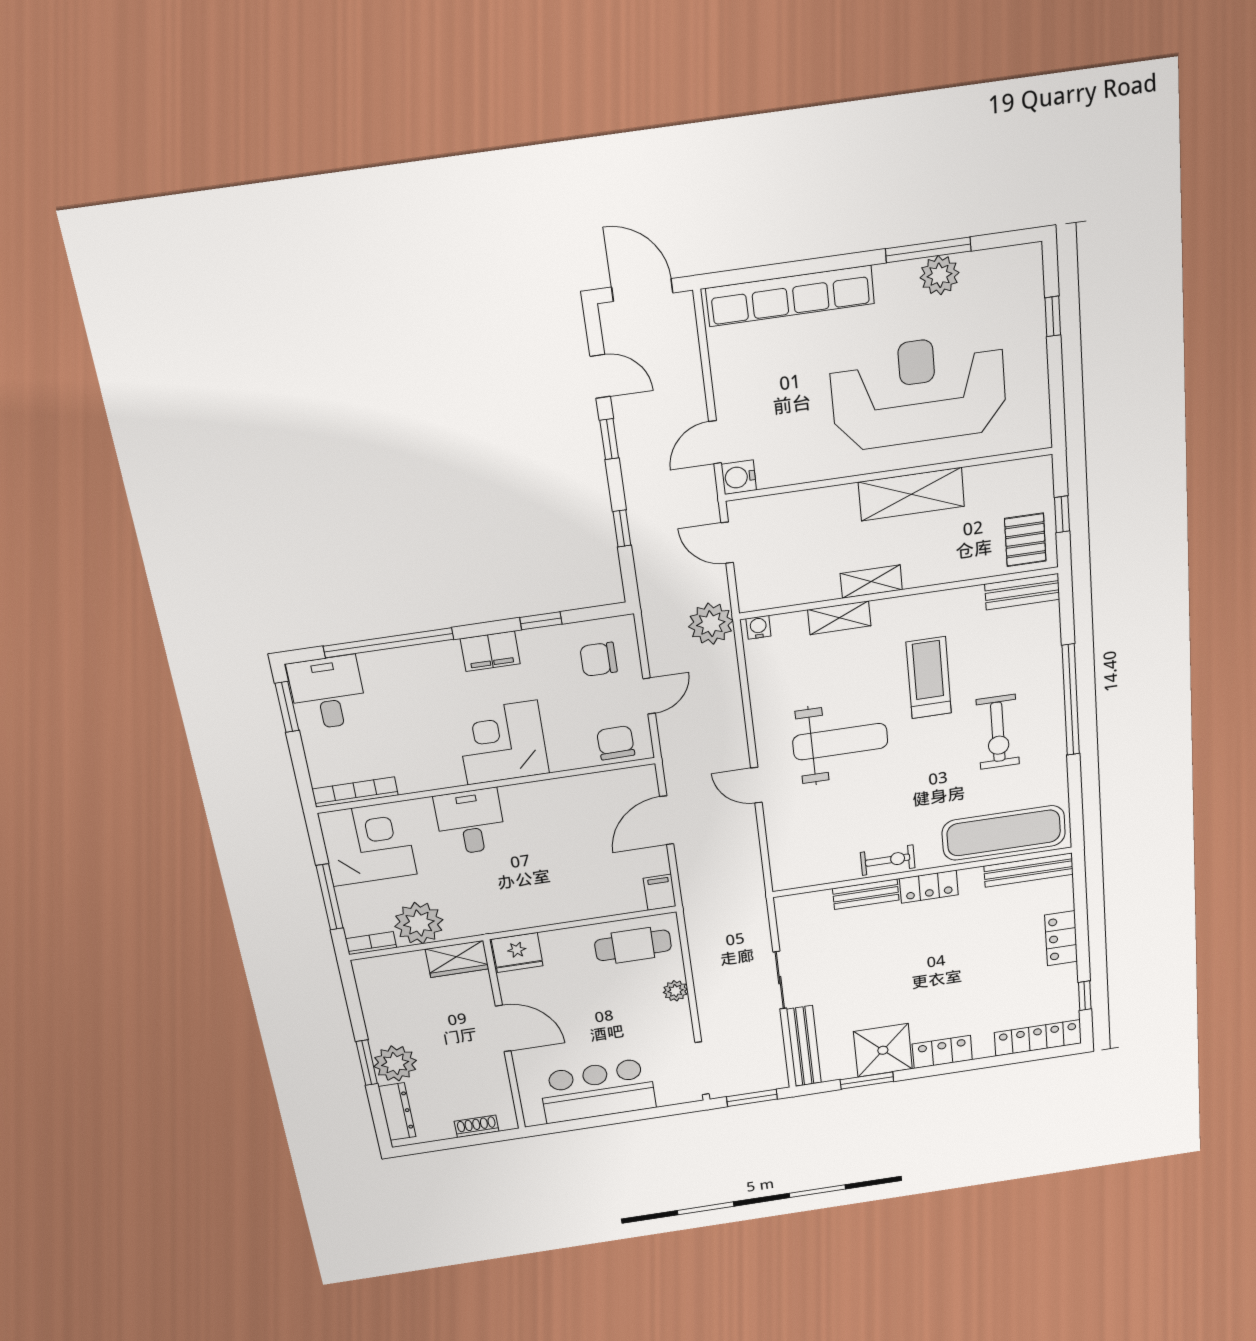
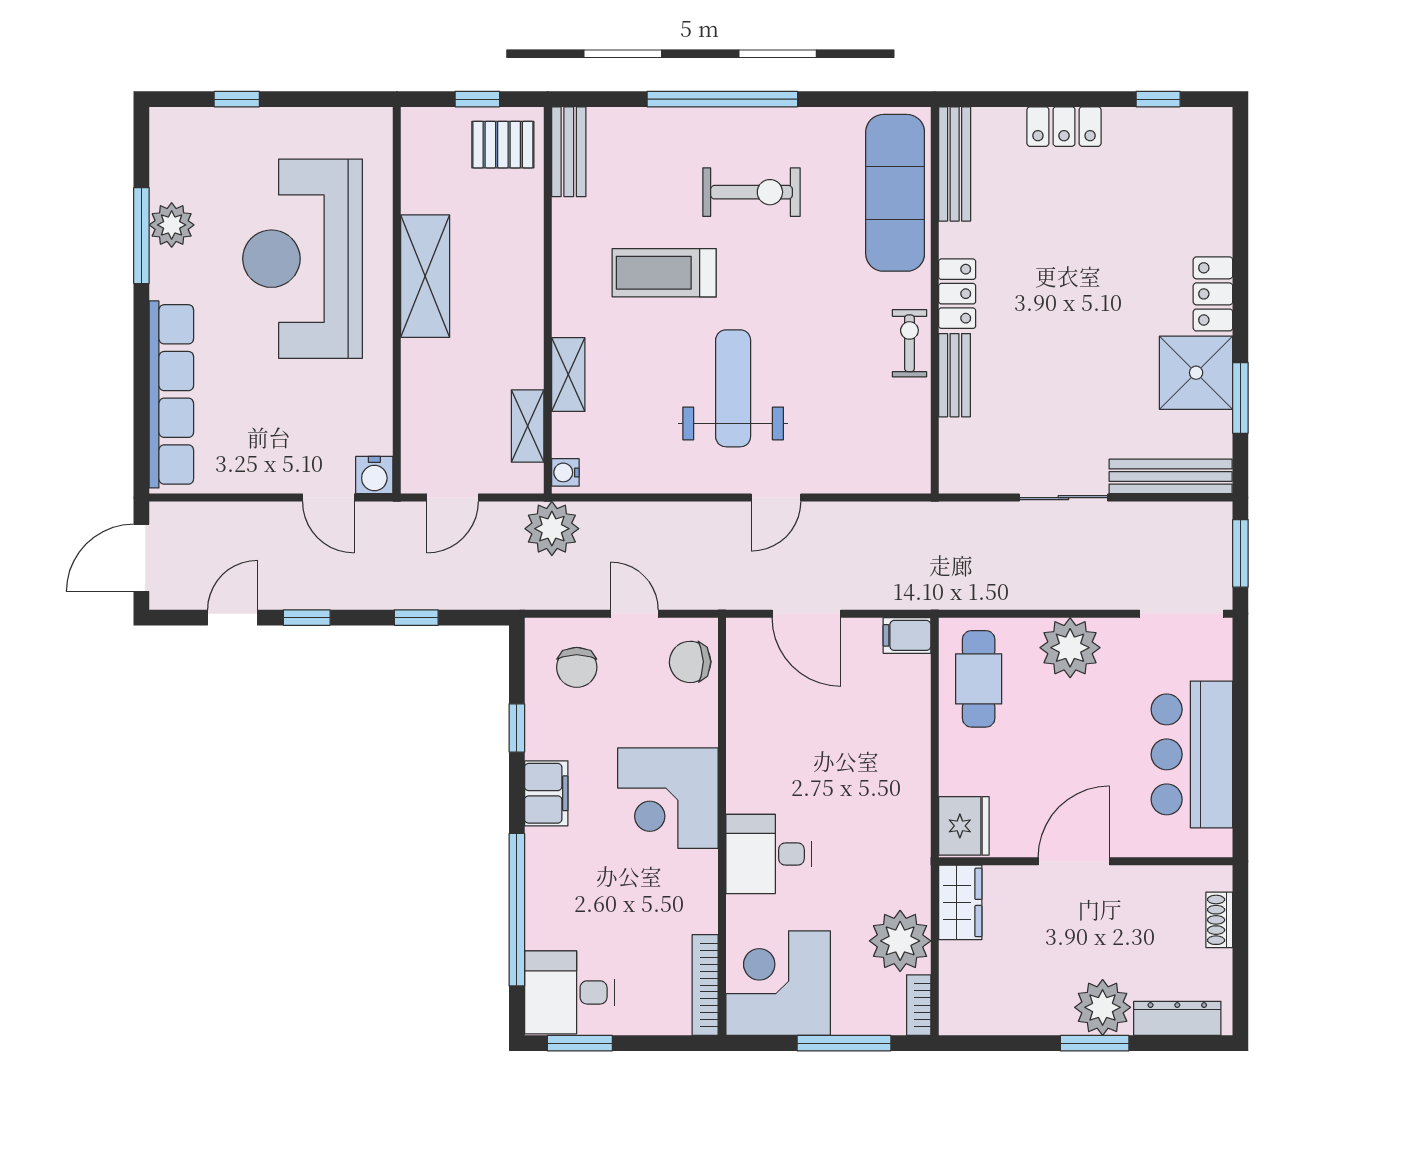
shelving: (871, 582) -> (528, 426), moved
plant: (675, 991) -> (1070, 648), width x1.88, depth x1.88
locker: (1038, 1038) -> (1214, 165), removed

